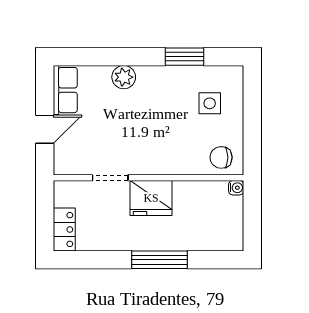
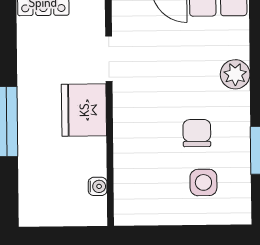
chair: (221, 157) -> (197, 133), moved
water cooler: (236, 188) -> (98, 186), moved, turned -90

